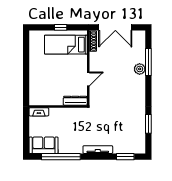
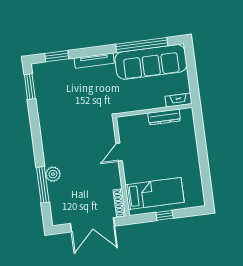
double door: (115, 27) -> (92, 225), swing flipped
dresser: (75, 101) -> (164, 117), moved
window: (148, 124) -> (30, 87), moved
sofa: (44, 145) -> (151, 62), width x1.85, depth x1.27

